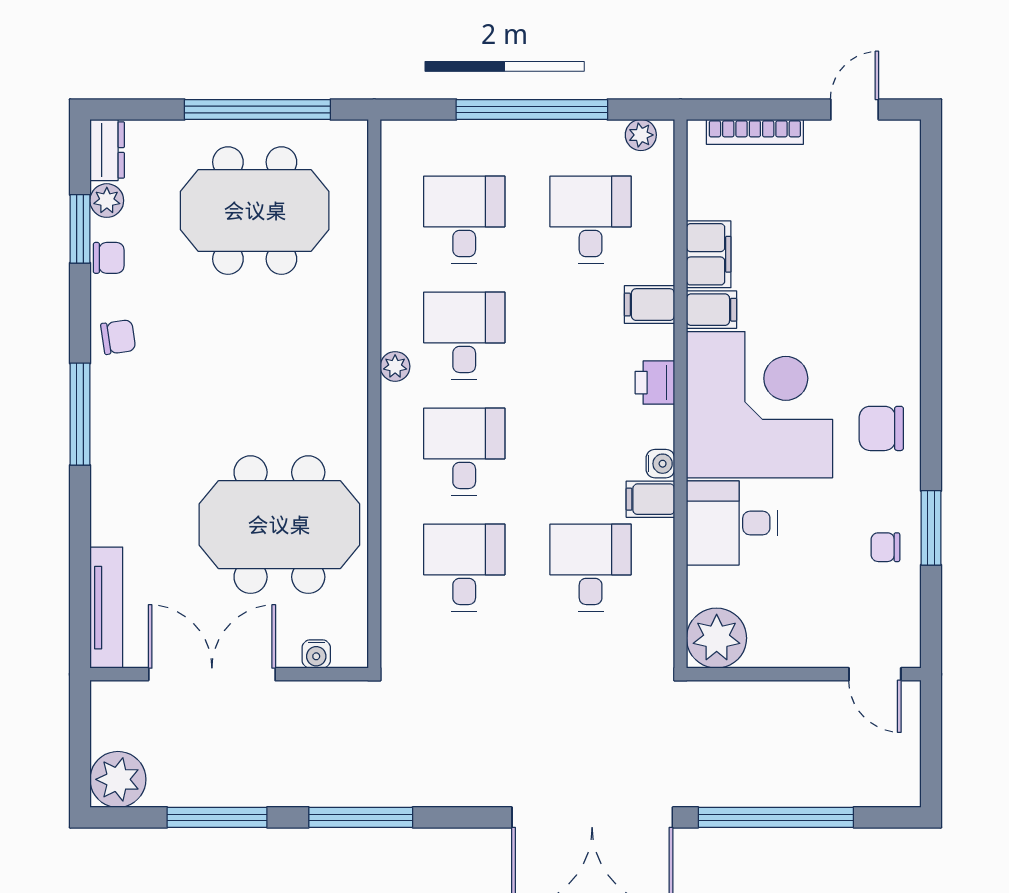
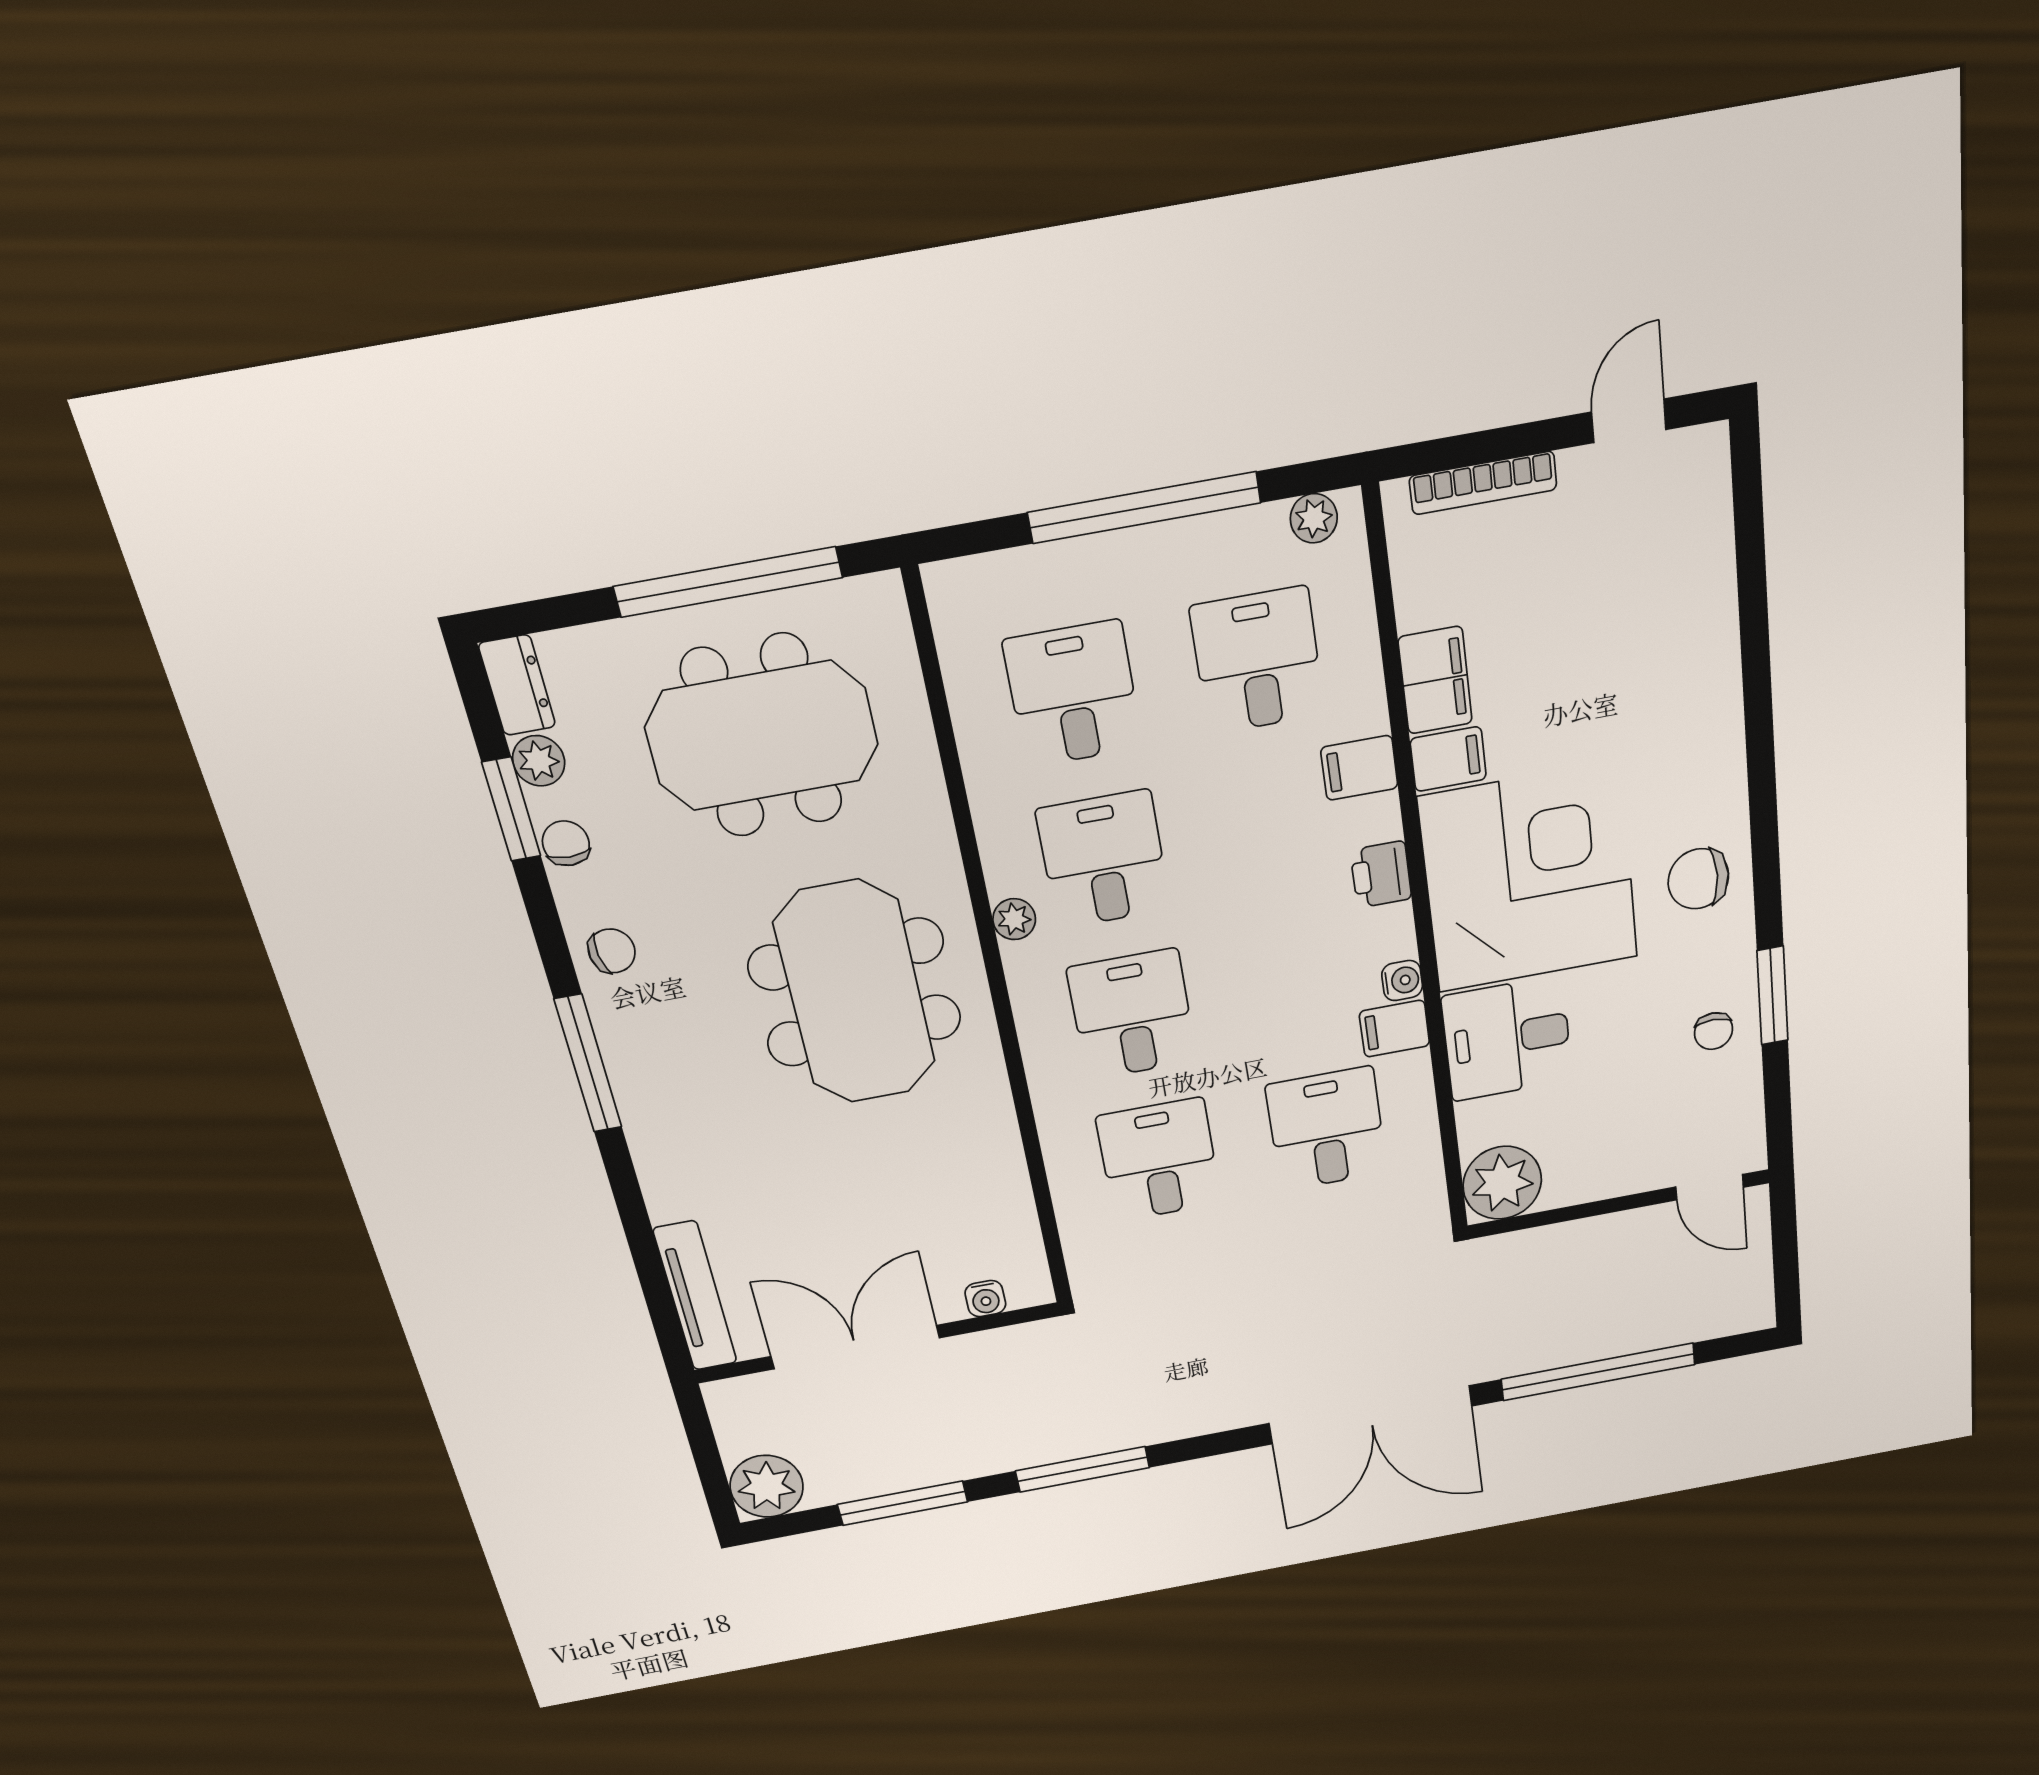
chair: (109, 258) -> (566, 843), turned -90
meeting table: (279, 525) -> (855, 993), moved, turned 90
chair: (885, 547) -> (1713, 1031), turned -90

